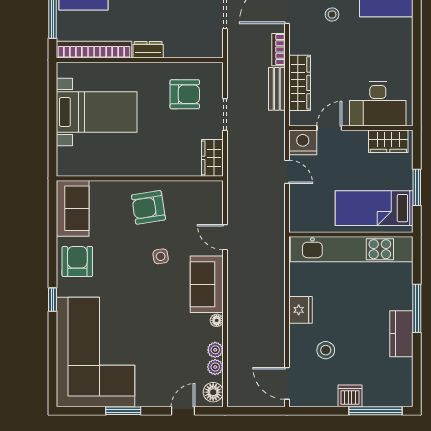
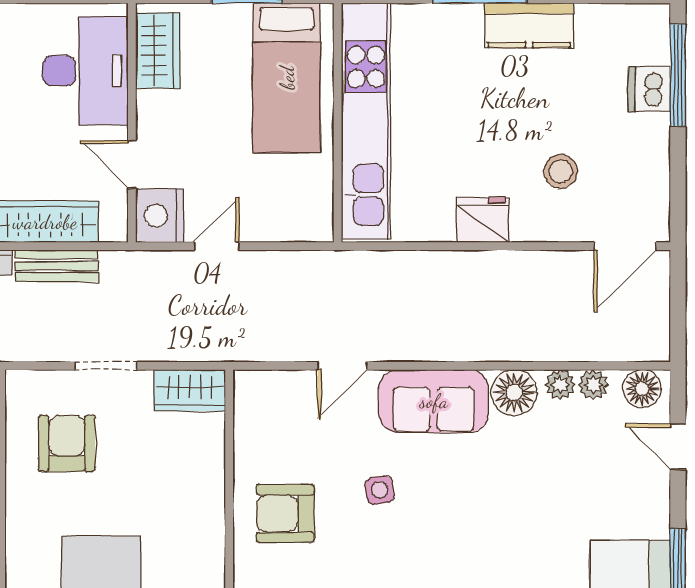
armchair: (148, 207) -> (285, 514), turned 99
floor lamp: (217, 320) -> (514, 393), width x1.89, depth x1.89
dishwasher: (350, 396) -> (649, 89), moved

